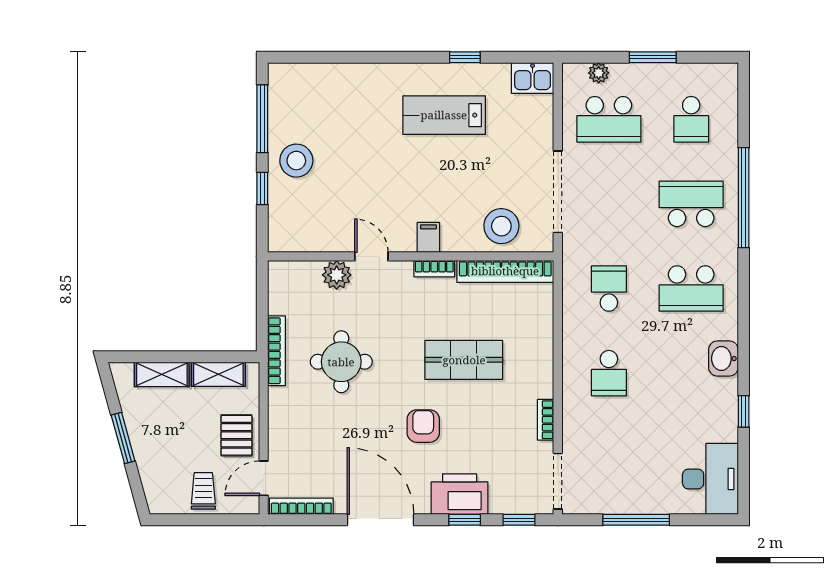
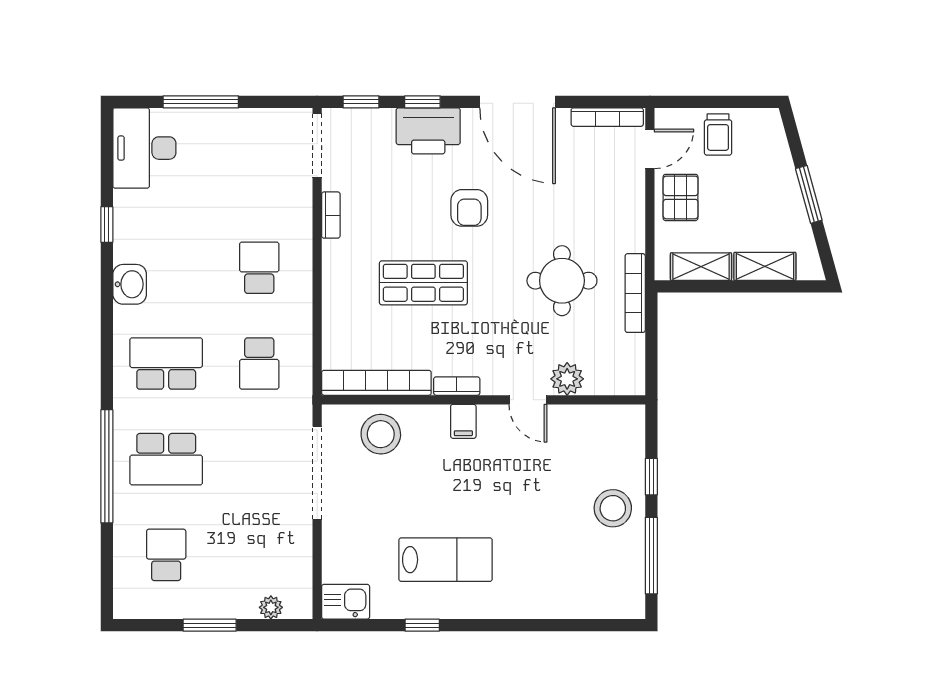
school desk: (609, 119) -> (259, 555), removed
window: (636, 520) -> (201, 102), moved

